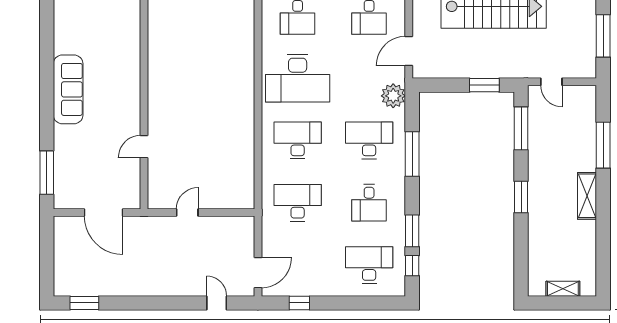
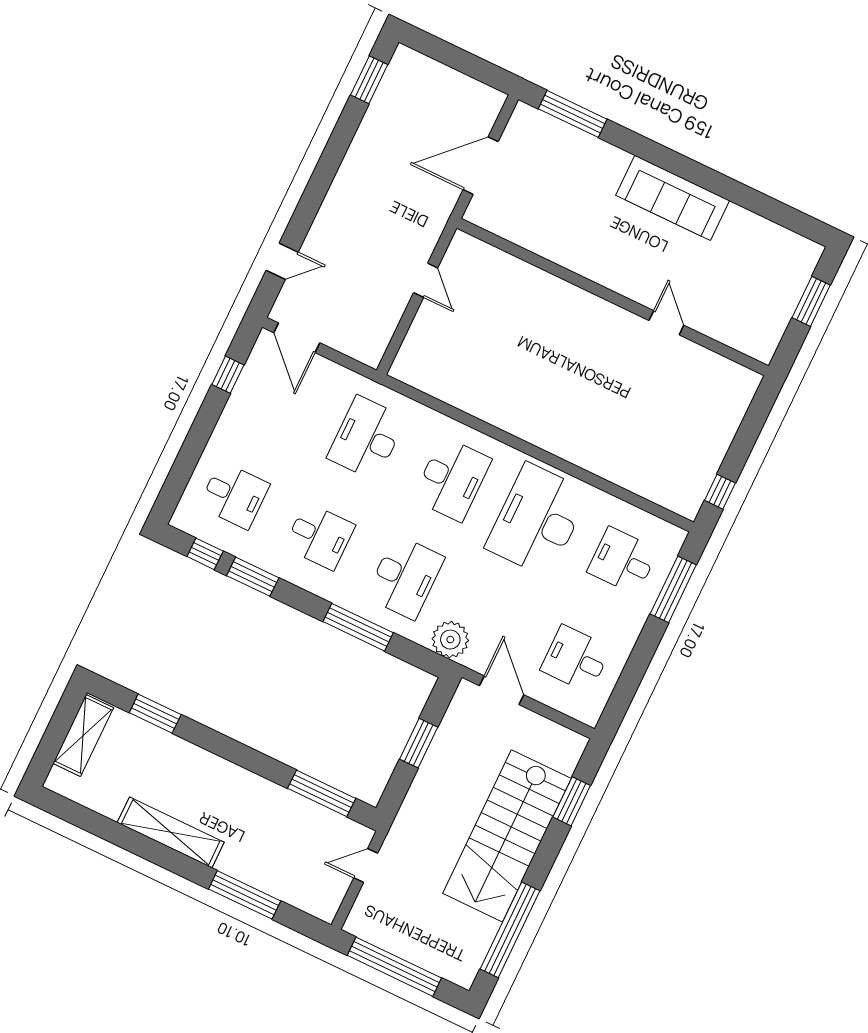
window: (603, 36) -> (394, 967), width x1.46
window: (484, 85) -> (419, 743), moved
door: (144, 147) -> (666, 323), moved
shelving: (587, 196) -> (171, 832), width x1.47
window: (521, 197) -> (155, 714), moved
desk: (298, 203) -> (367, 438), turned 180
desk: (369, 203) -> (320, 536), turned 180
desk: (369, 265) -> (234, 495), width x0.73
shelving: (563, 289) -> (83, 736), width x1.50, depth x1.33

